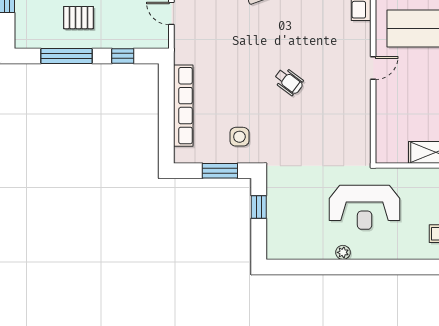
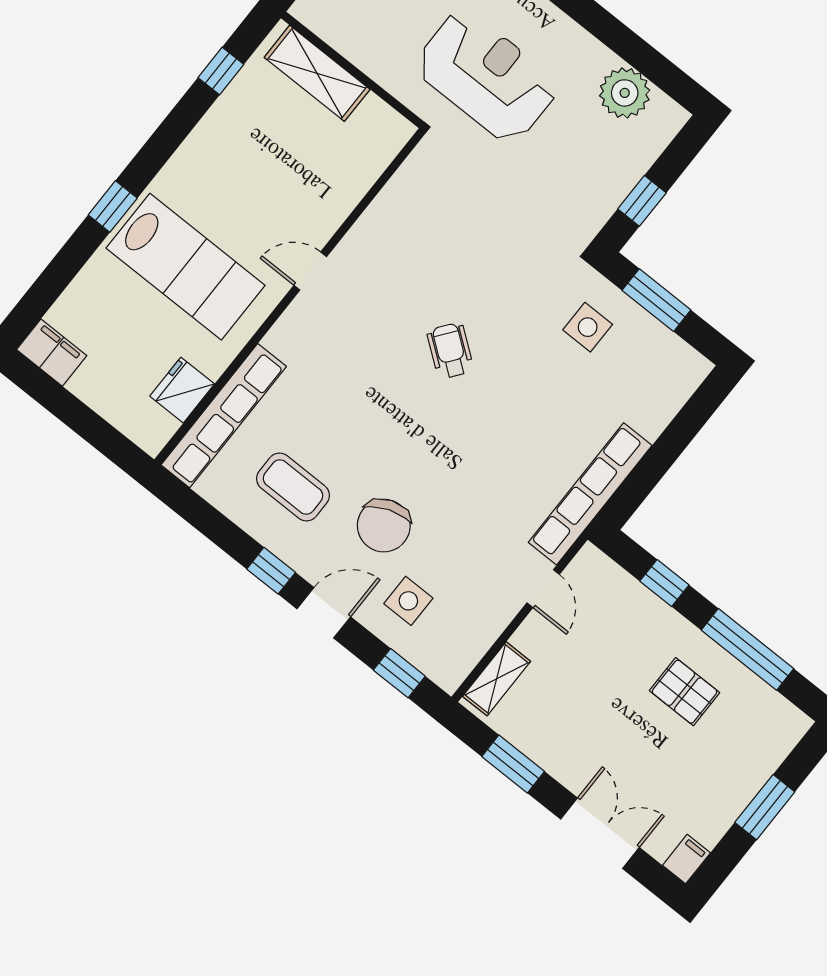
row of seats: (183, 106) -> (590, 494), moved
plant: (343, 252) -> (625, 93), moved, width x1.87, depth x1.87

